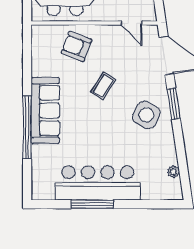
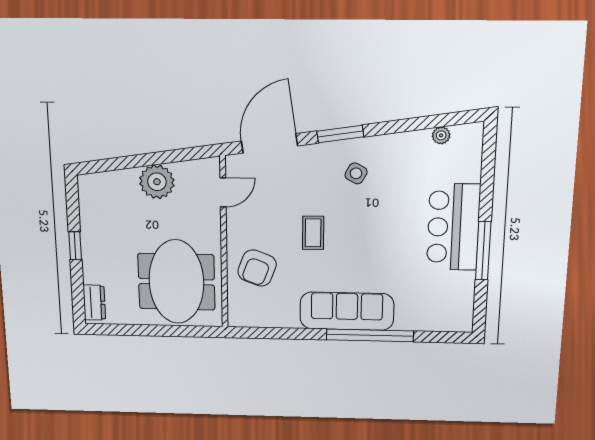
coffee table: (103, 86) -> (313, 233), turned 58
side table: (146, 115) -> (356, 173), width x0.54, depth x0.54
bar counter: (98, 183) -> (453, 227), width x0.73

